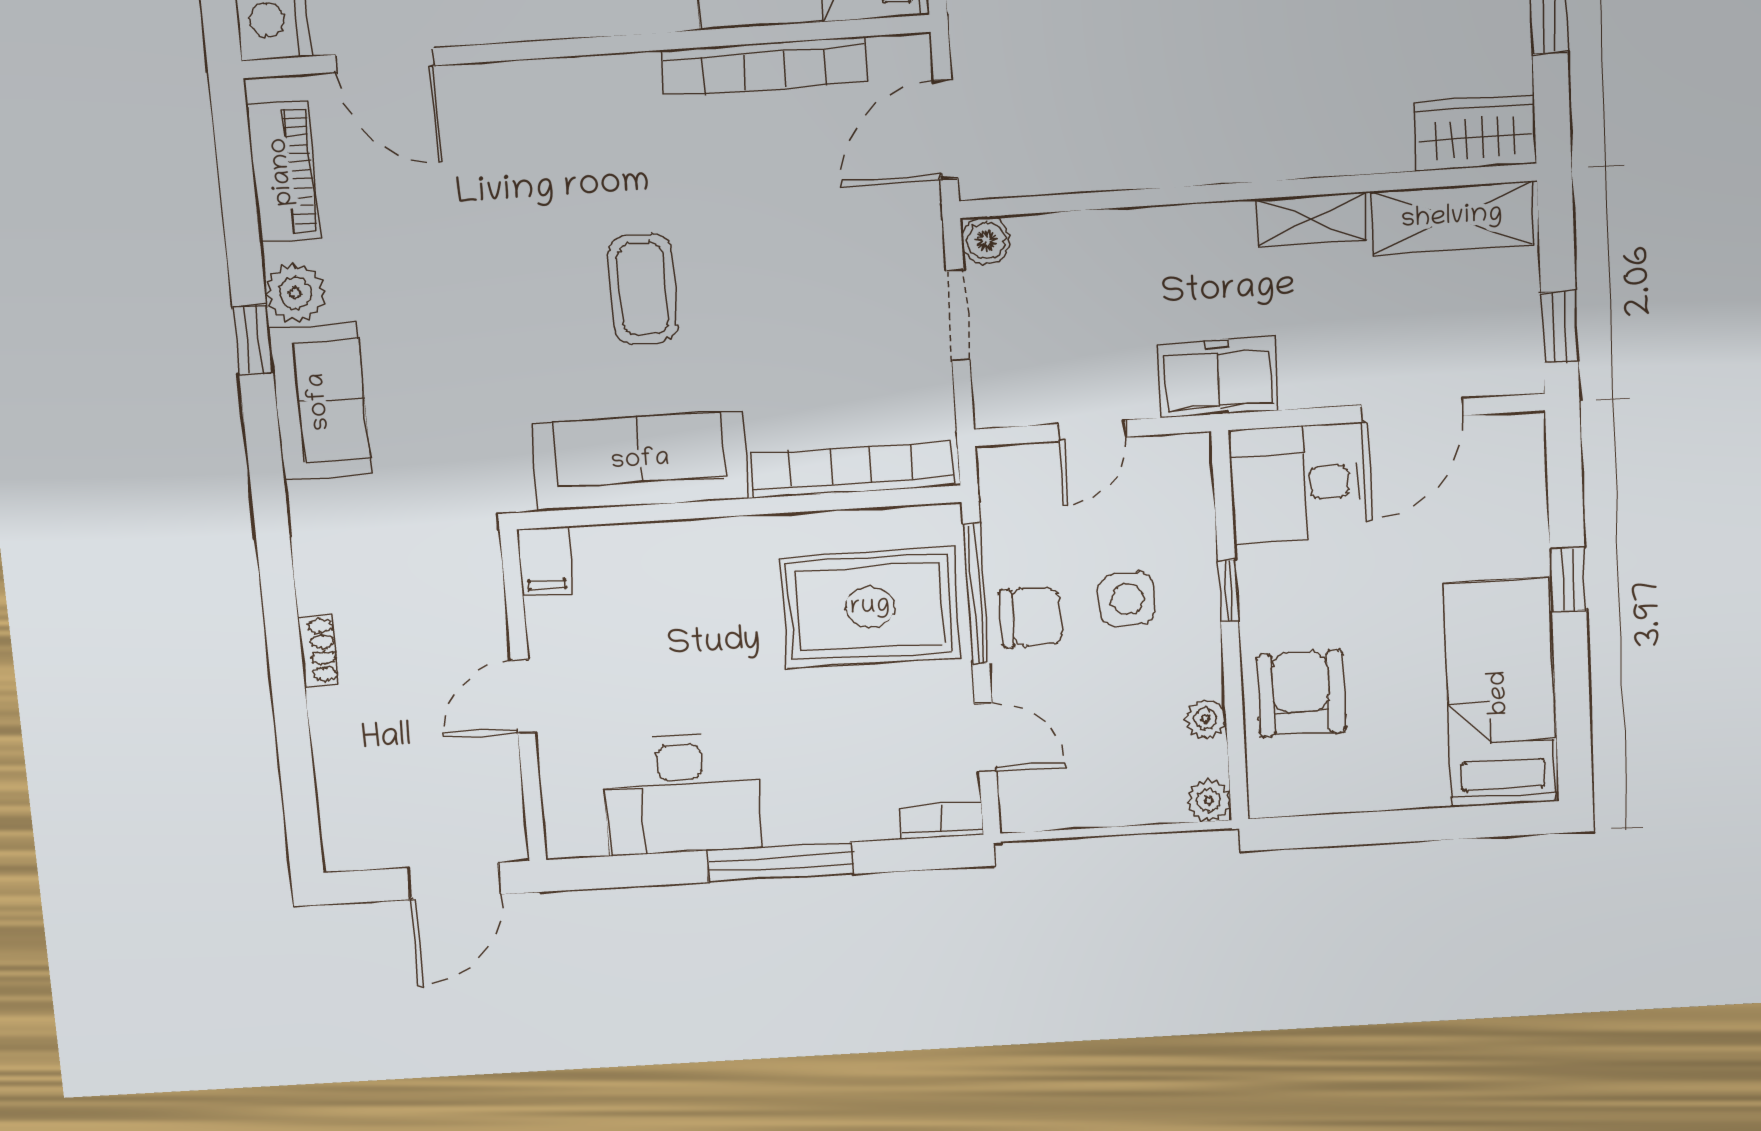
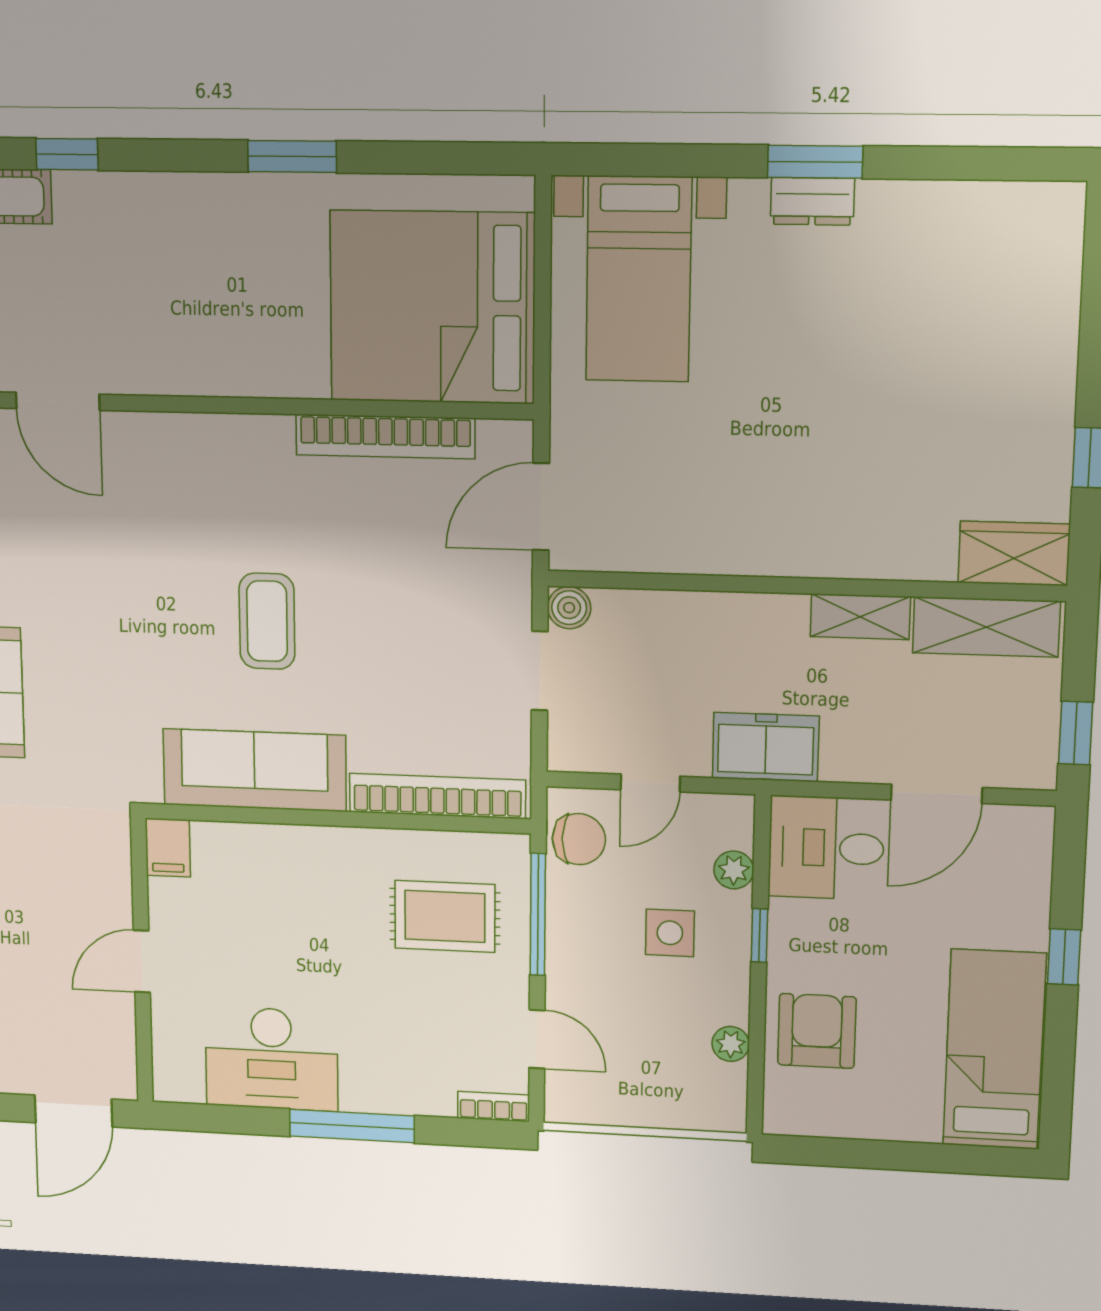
rug: (870, 607) -> (445, 916), width x0.73, depth x0.70
chair: (1030, 617) -> (579, 839), moved
plant: (1209, 800) -> (734, 870), moved

